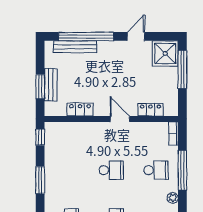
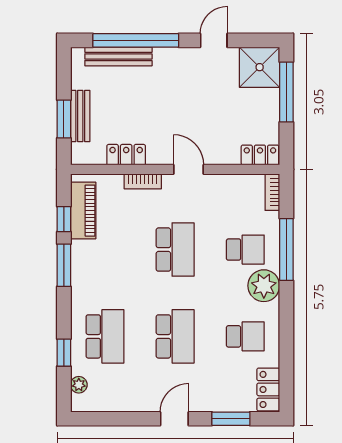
locker: (150, 110) -> (260, 155), moved
bookcase: (91, 127) -> (143, 181), added
window: (40, 137) -> (64, 219), moved
piano: (53, 145) -> (83, 211), added
school desk: (111, 170) -> (175, 250), width x1.85
plant: (173, 198) -> (264, 286), width x1.88, depth x1.88

